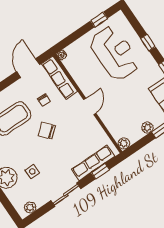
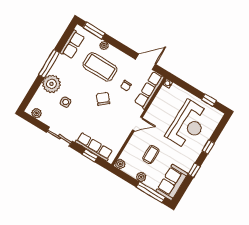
coffee table: (128, 107) -> (151, 154), added

